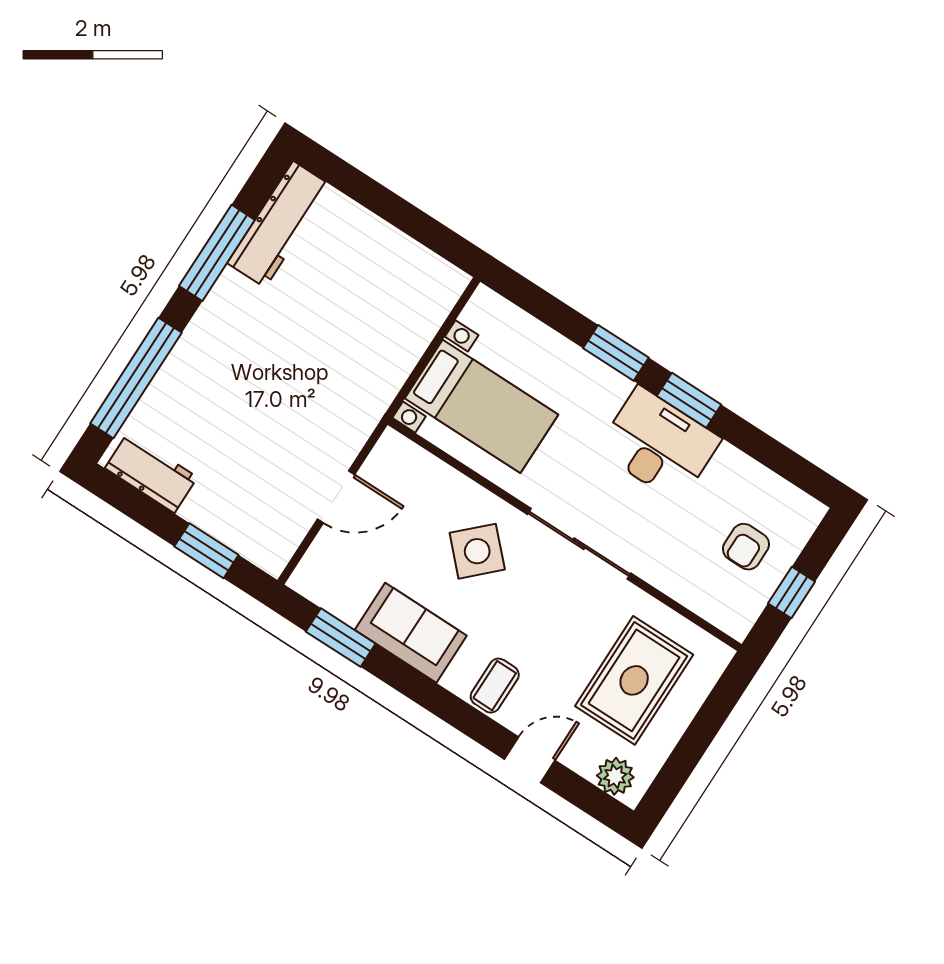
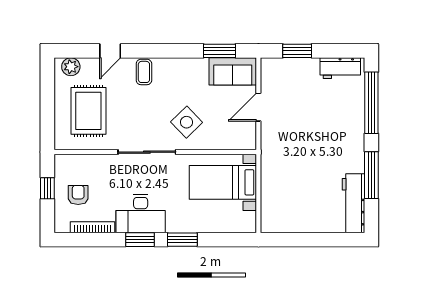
bookcase: (757, 475) -> (93, 227), added
sofa: (411, 633) -> (233, 71), moved

